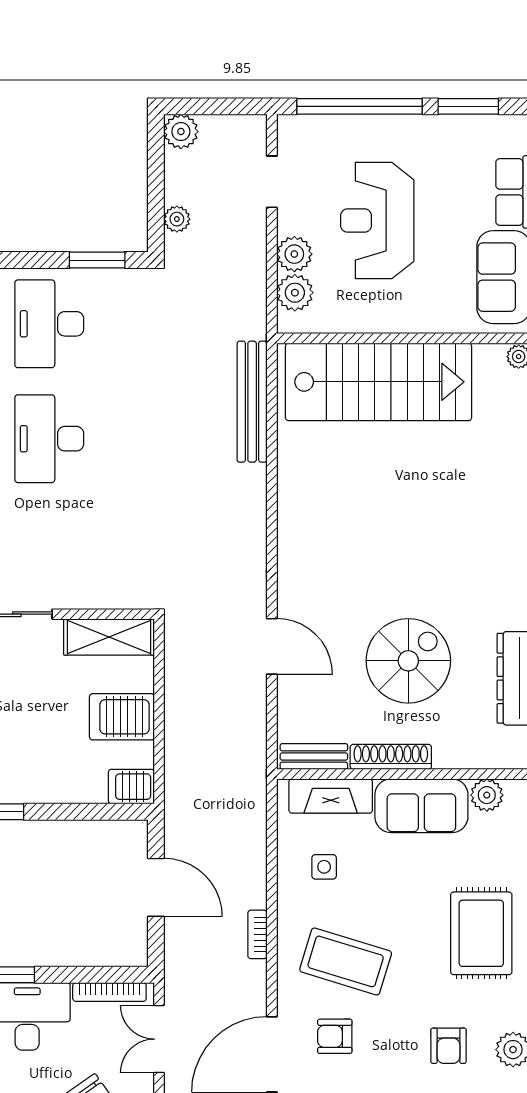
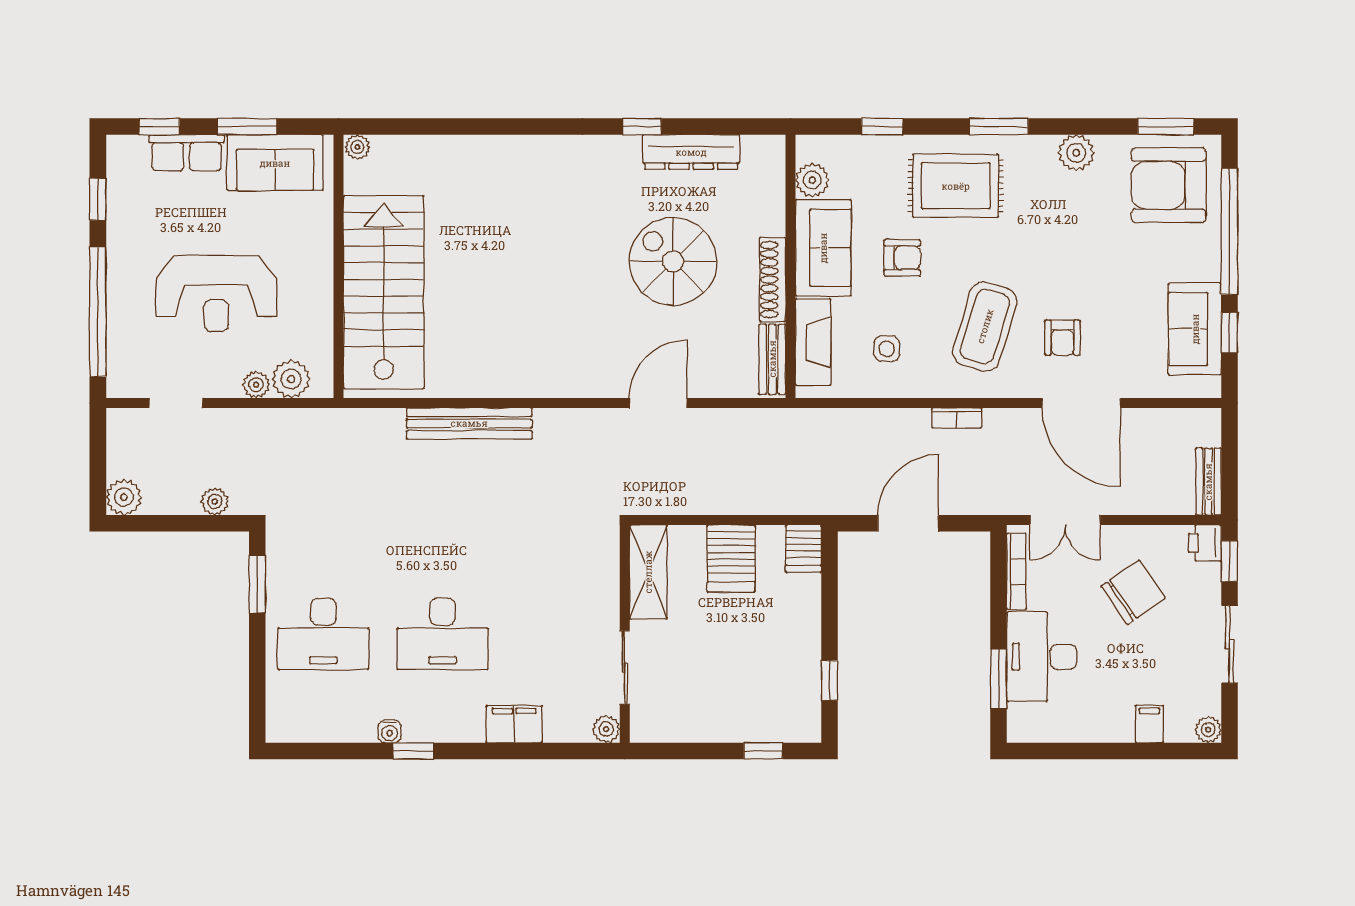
window: (468, 106) -> (98, 199), width x0.67
plant: (294, 254) -> (256, 385), width x0.73, depth x0.73
bench: (252, 402) -> (469, 423), moved
armchair: (448, 1046) -> (902, 258), moved

